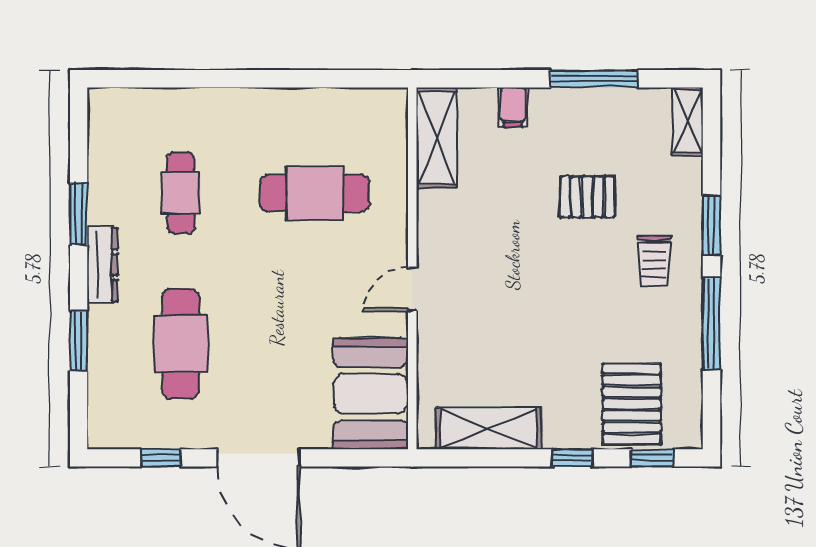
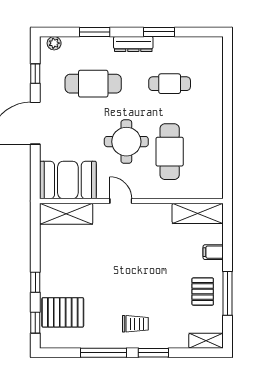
pallet: (587, 197) -> (203, 292), moved
trolley: (654, 261) -> (135, 324), turned 180
round table: (295, 278) -> (126, 142), added
plant: (101, 421) -> (54, 43), added
shelving: (489, 428) -> (66, 214), moved, turned 90

